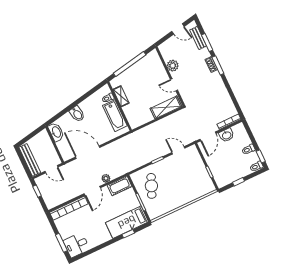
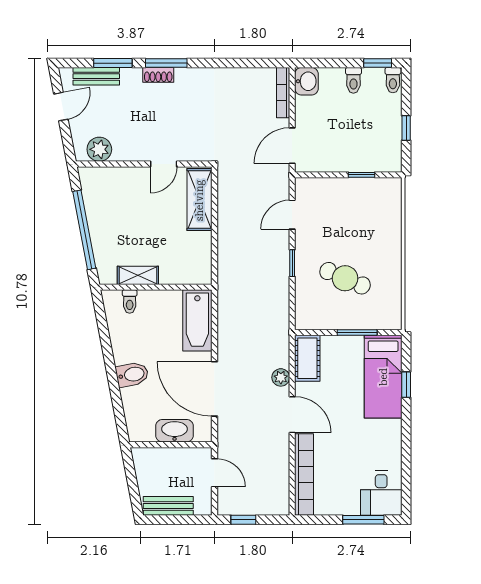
plant: (173, 66) -> (99, 149), moved
bathtub: (115, 116) -> (197, 320), moved, turned 90
washbasin: (56, 132) -> (175, 431), moved
washbasin: (227, 135) -> (306, 81), moved
door: (208, 136) -> (292, 146), swing flipped
door: (88, 152) -> (214, 389), hinge flipped
bench: (30, 160) -> (168, 506), width x0.73
door: (51, 169) -> (214, 473), hinge flipped
cafe table: (151, 186) -> (345, 278), moved

